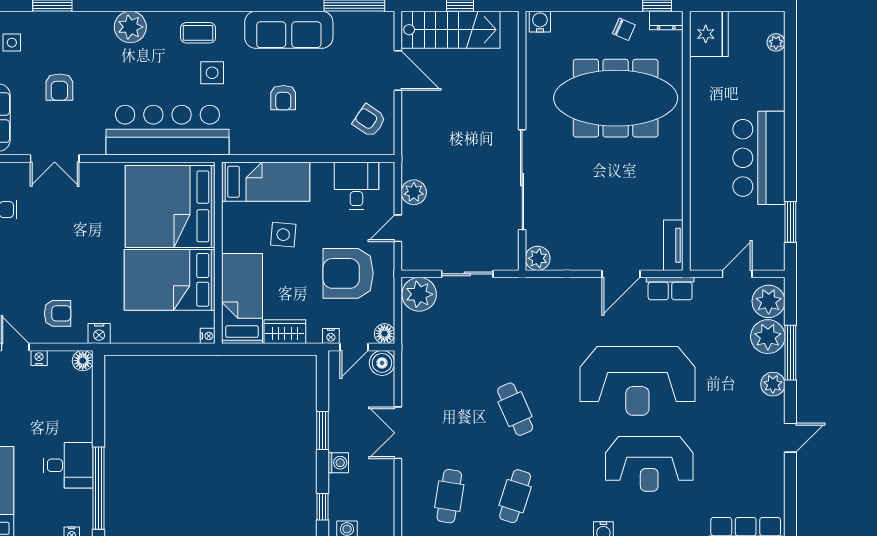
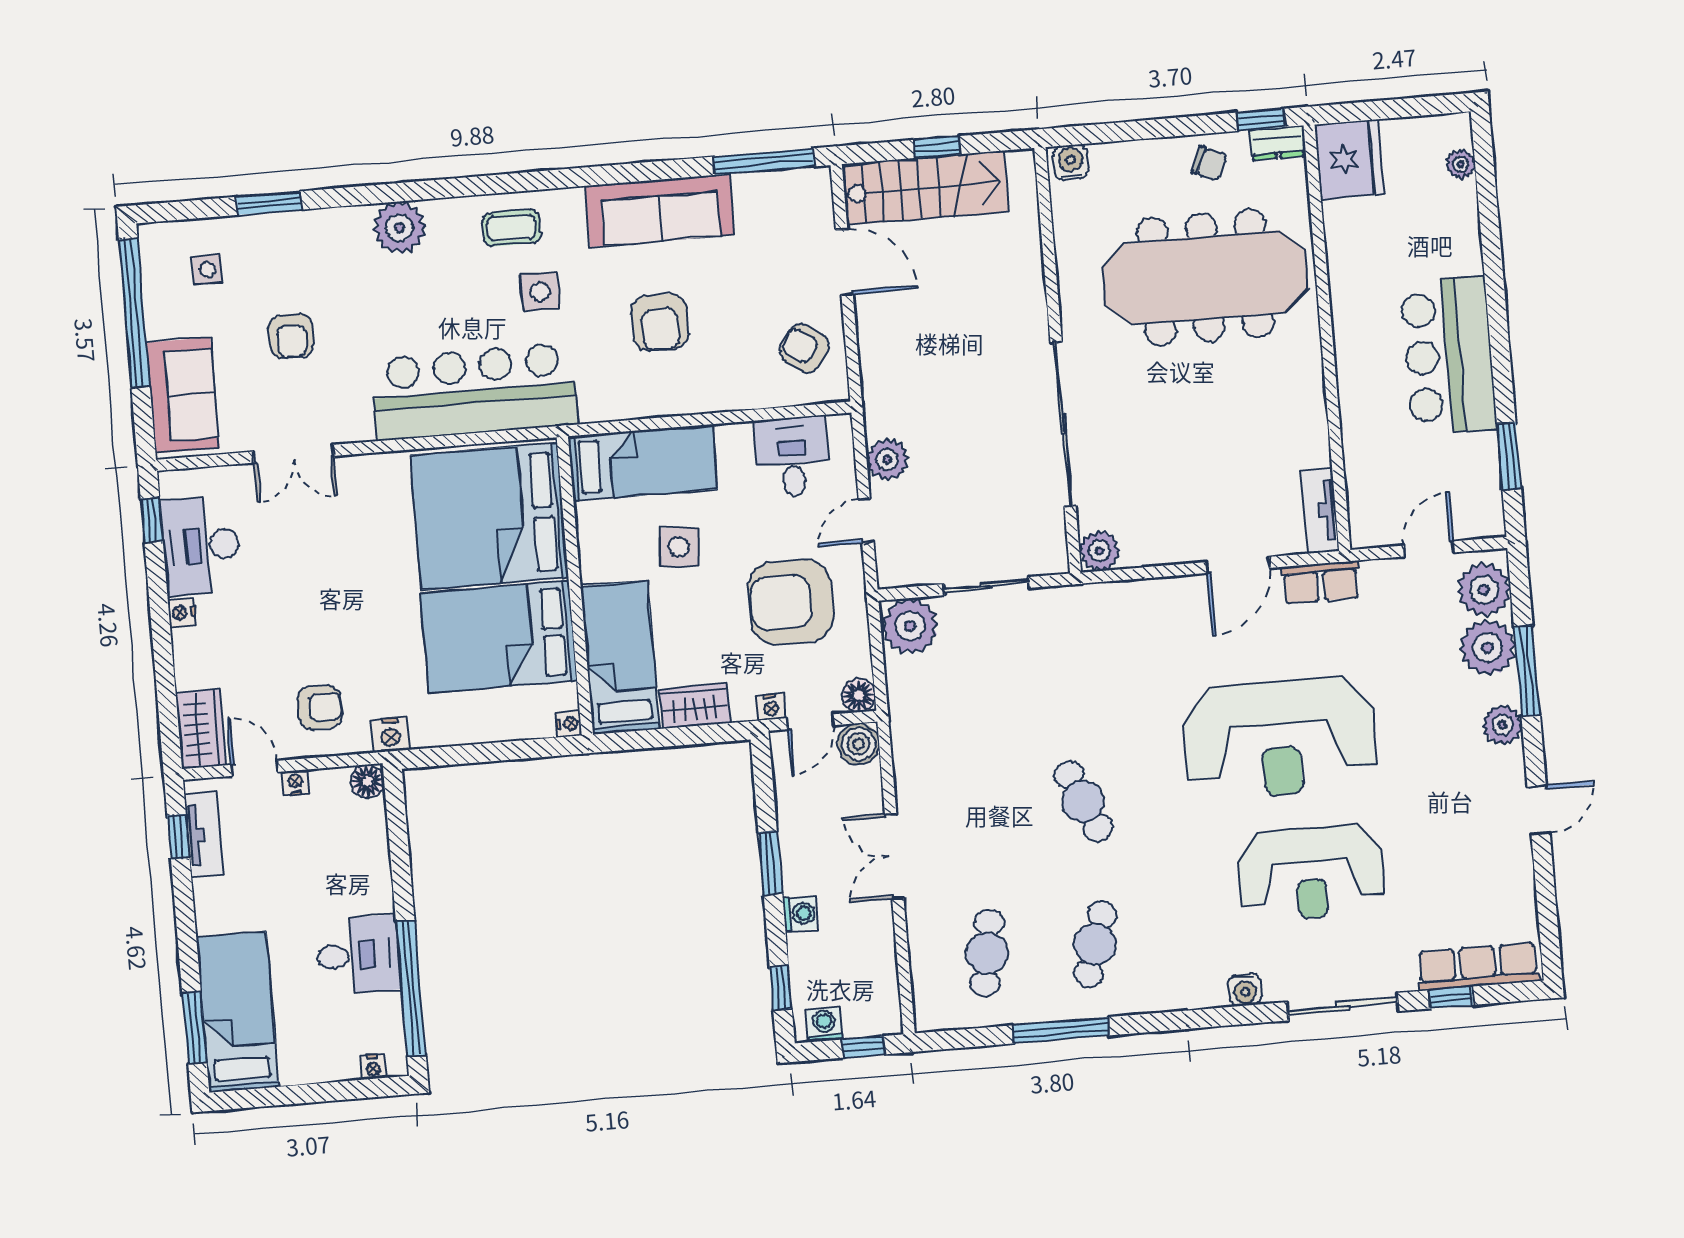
armchair: (283, 98) -> (660, 322), width x1.38, depth x1.38

